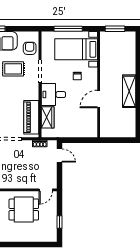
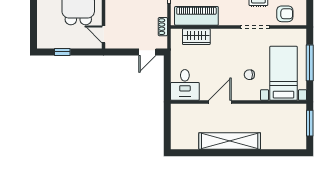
shelving: (129, 91) -> (230, 141), width x1.47
desk: (53, 95) -> (185, 85), moved, turned 180
door: (99, 99) -> (220, 102), hinge flipped

